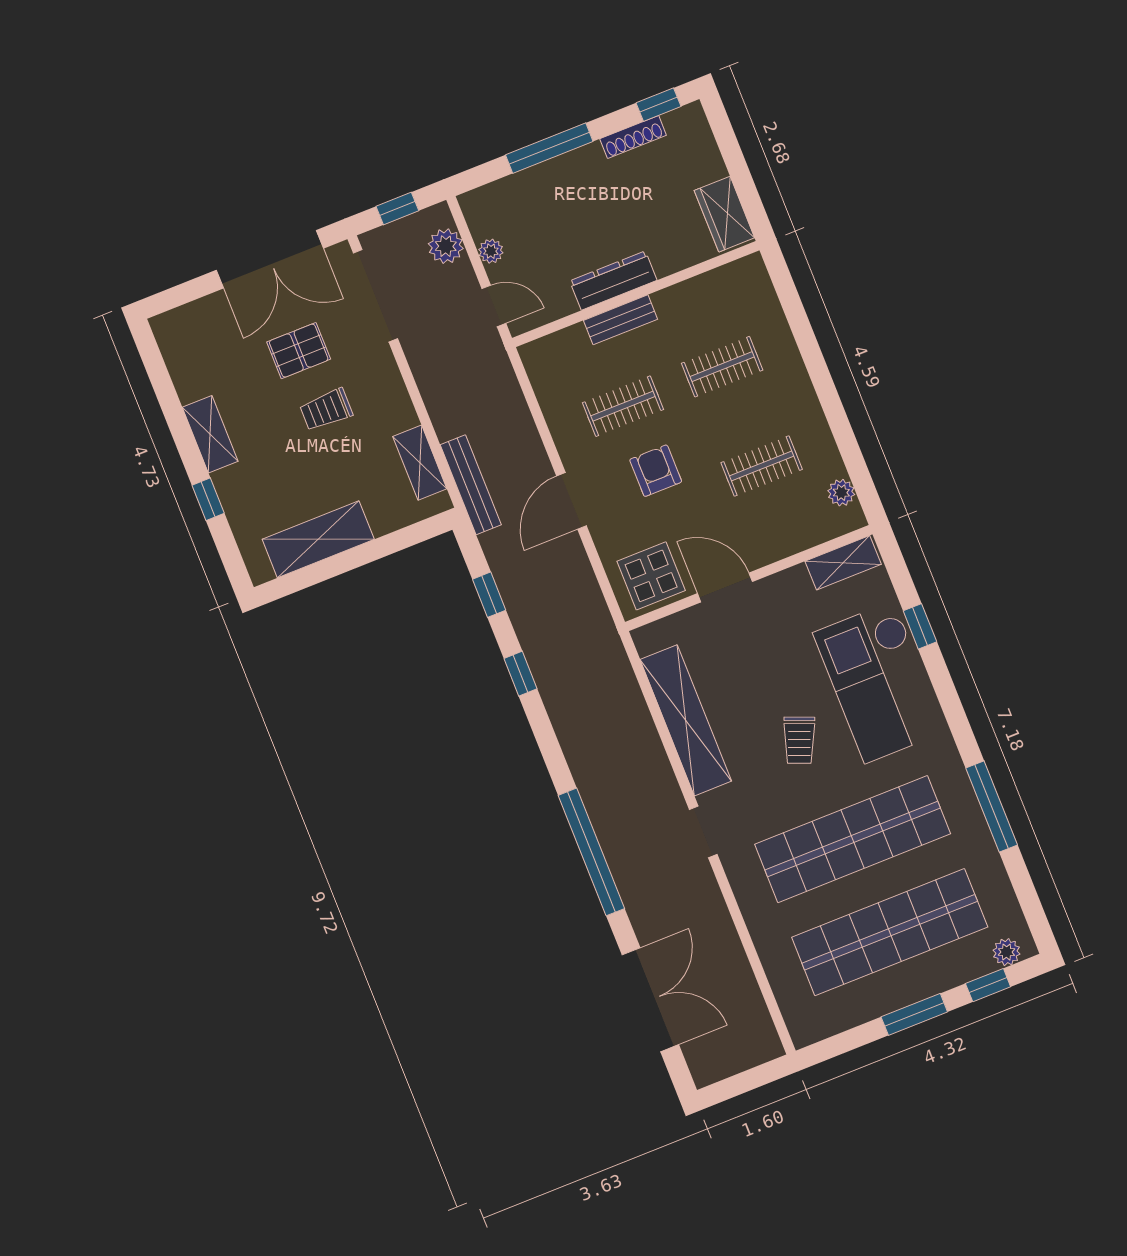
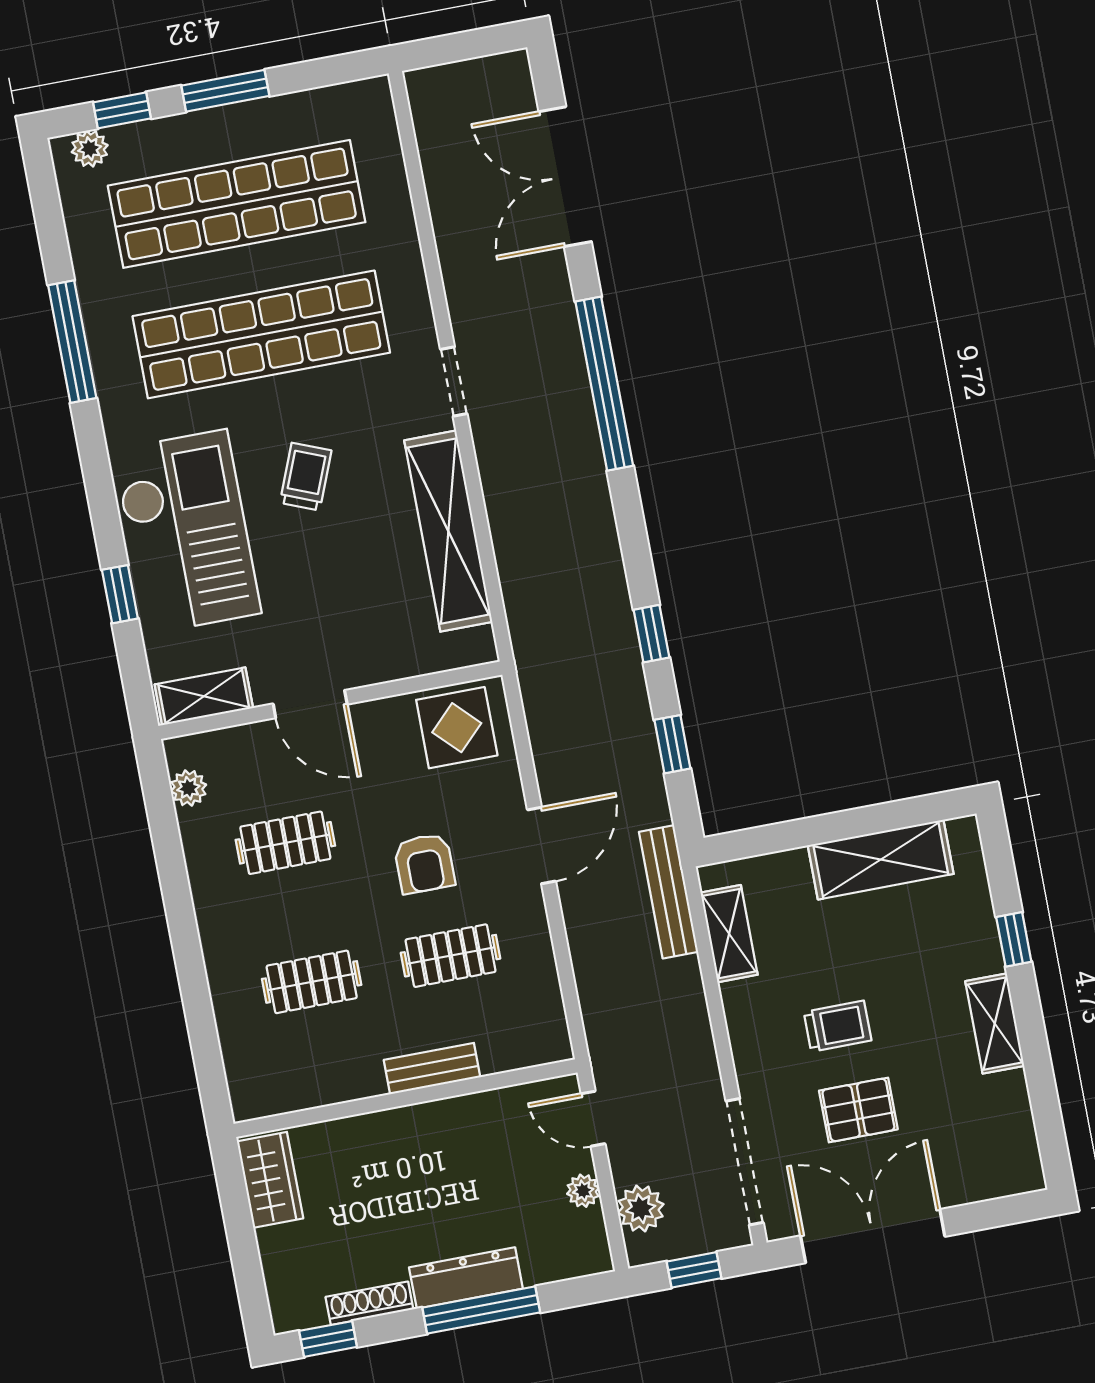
dresser: (613, 281) -> (466, 1278), moved, turned 180
door: (725, 588) -> (310, 704), moved

